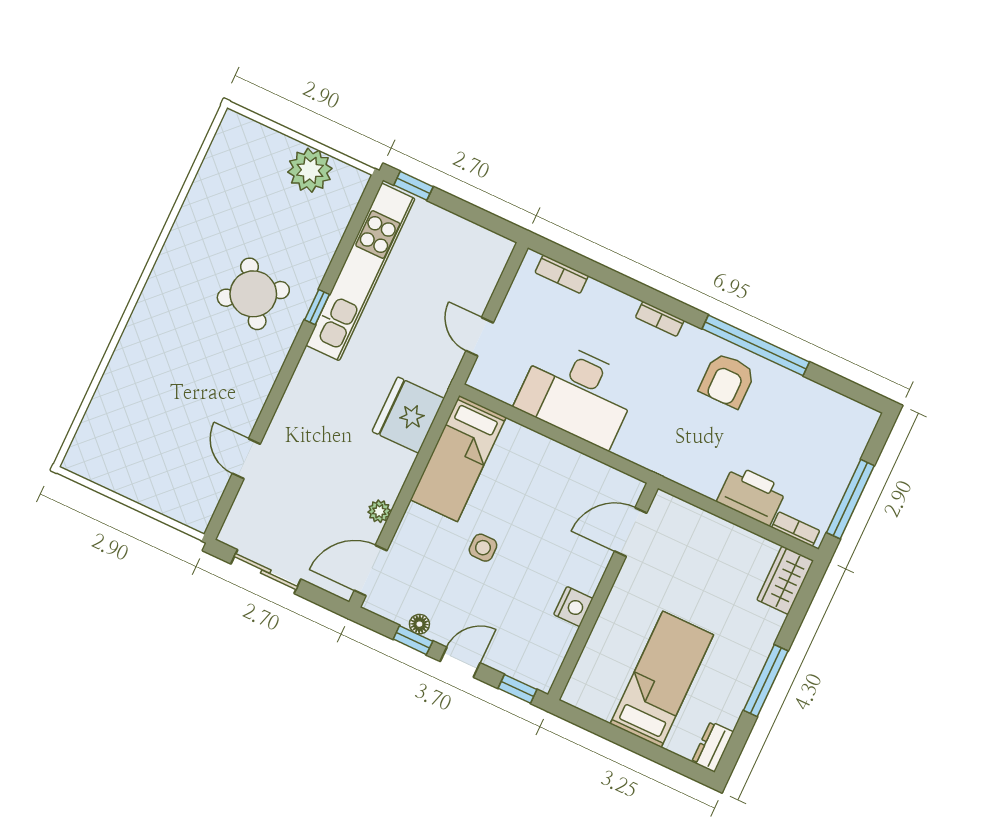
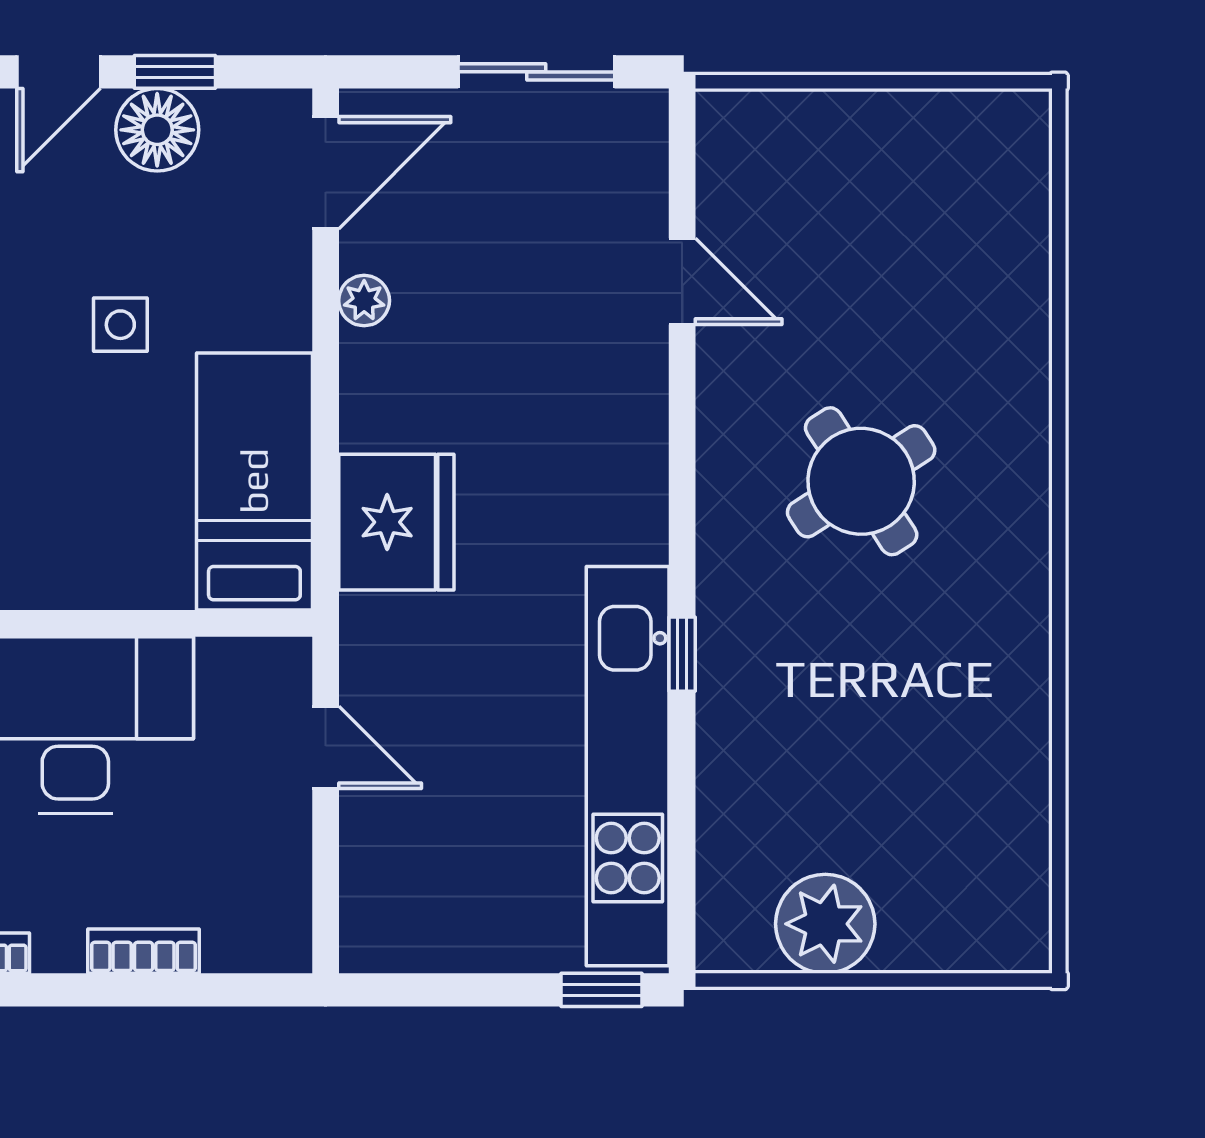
bookcase: (562, 274) -> (144, 951), moved
round table: (253, 294) -> (861, 481), moved
floor lamp: (419, 624) -> (157, 130), width x1.89, depth x1.89

